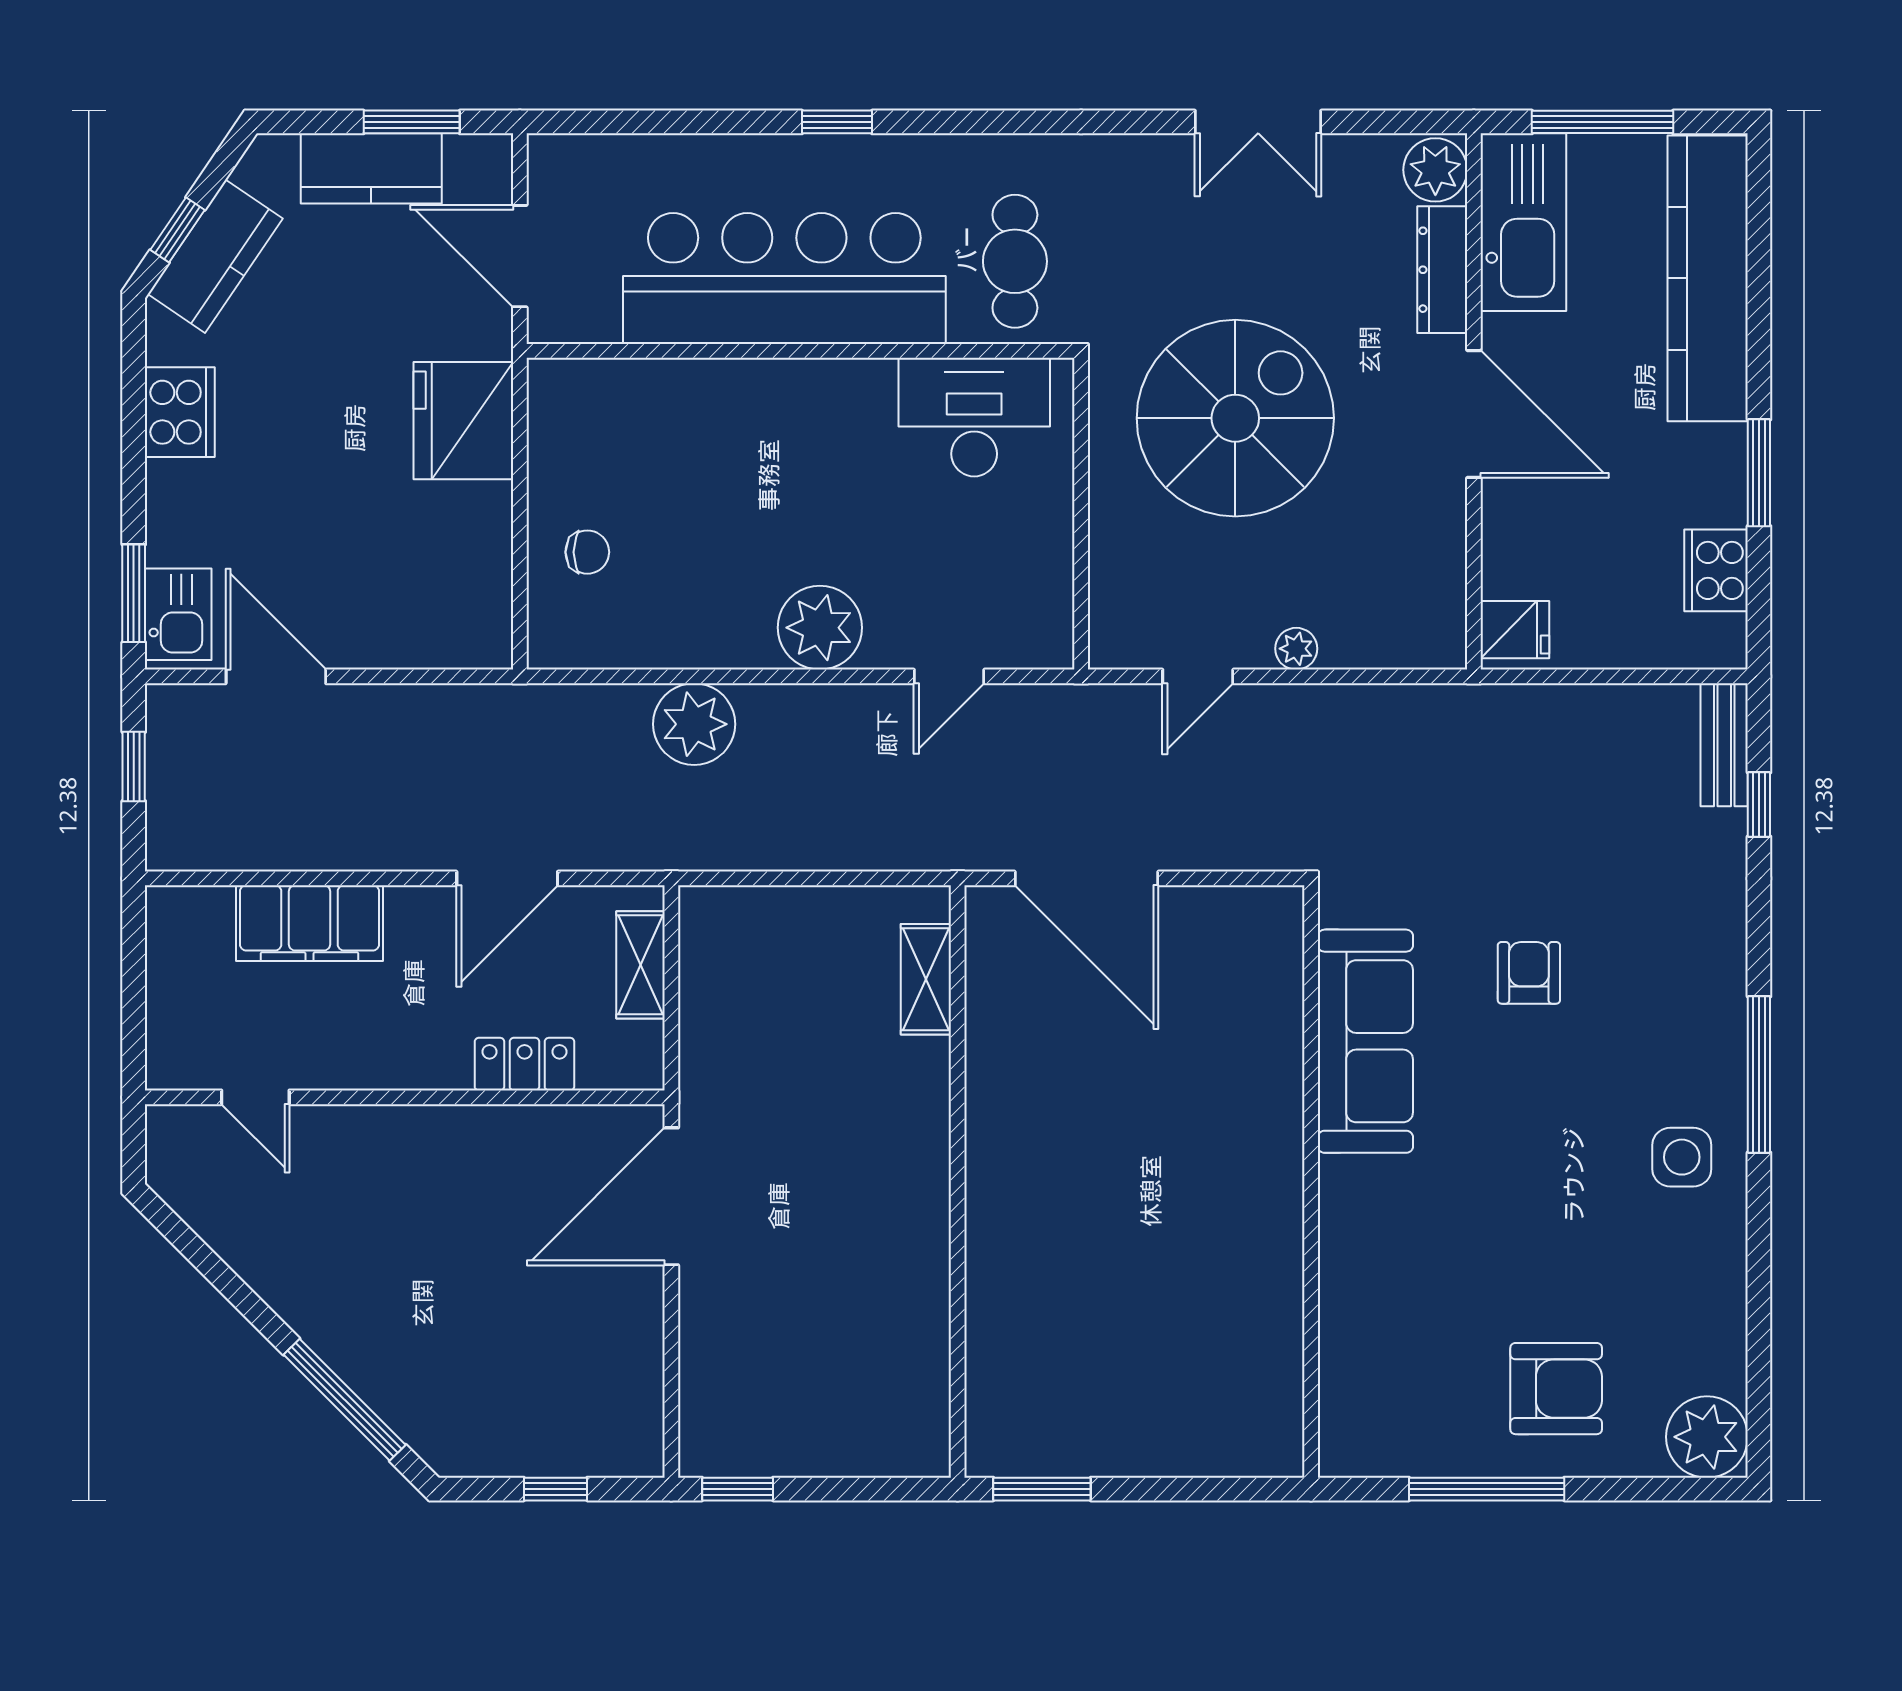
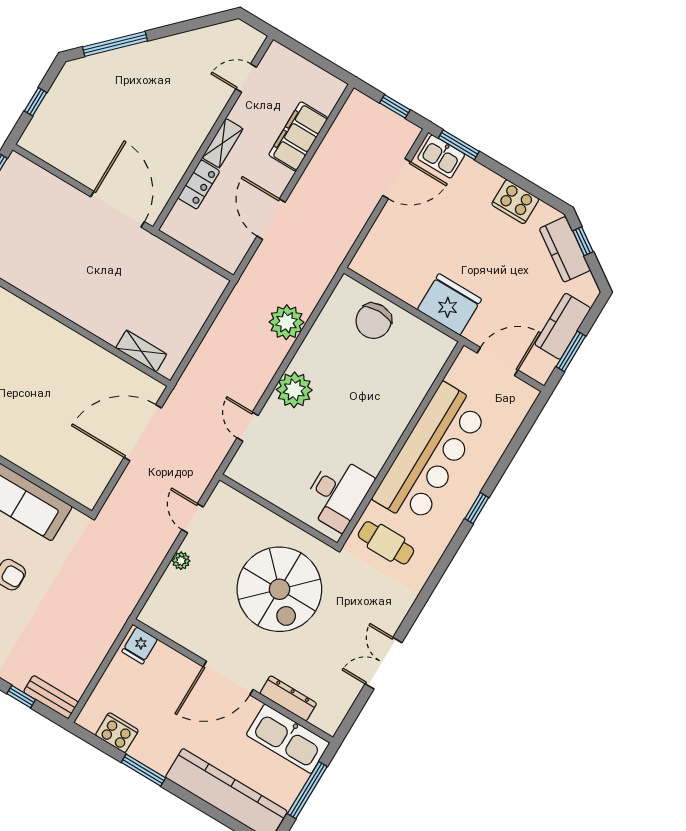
plant: (1435, 170) -> (327, 718), removed
chair: (587, 552) -> (374, 321), width x1.87, depth x1.87
shelving: (640, 965) -> (222, 143), moved, turned 90

